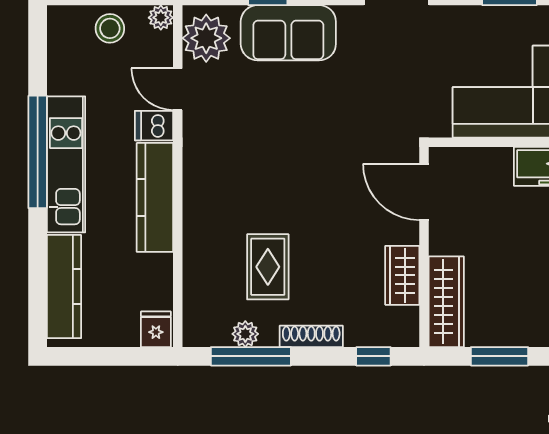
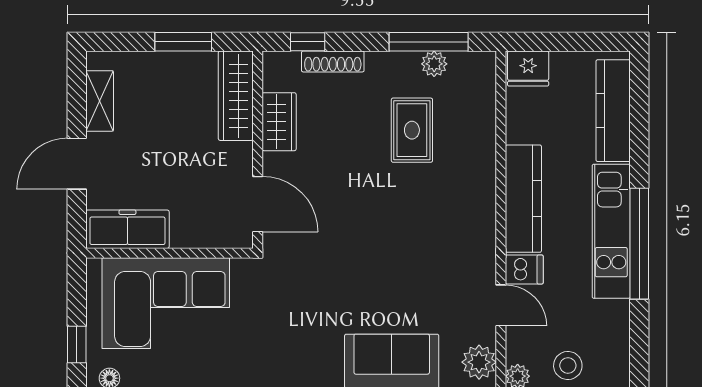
plant: (206, 38) -> (479, 362), width x0.73, depth x0.73
fridge: (156, 329) -> (528, 68), width x1.38
shoe rack: (311, 336) -> (333, 61), moved

